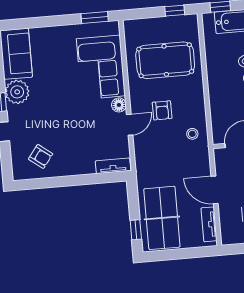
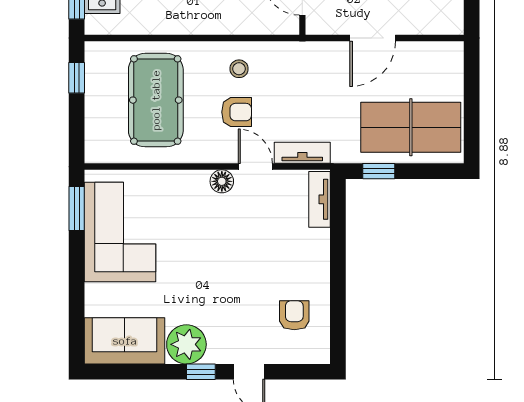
corner sofa: (101, 67) -> (120, 232), moved, turned -90
stool: (192, 134) -> (239, 69), moved
armchair: (41, 156) -> (294, 315), turned -37
tv unit: (209, 224) -> (302, 153), moved, turned 180
window: (136, 230) -> (379, 171), moved

